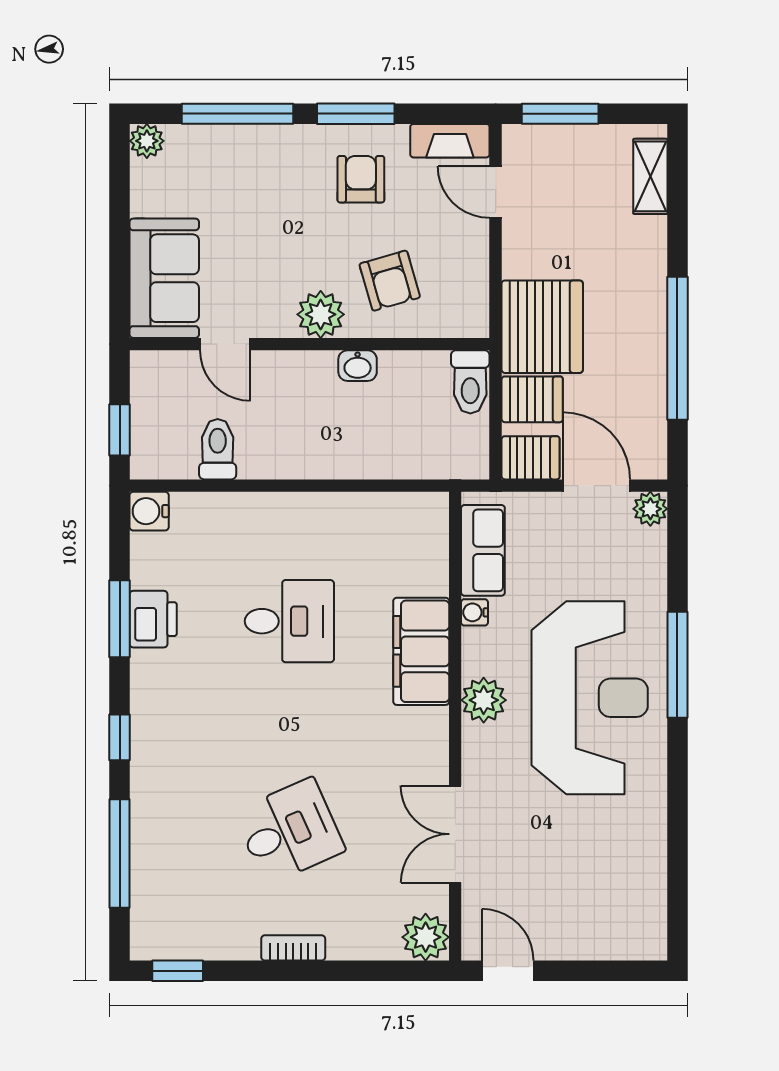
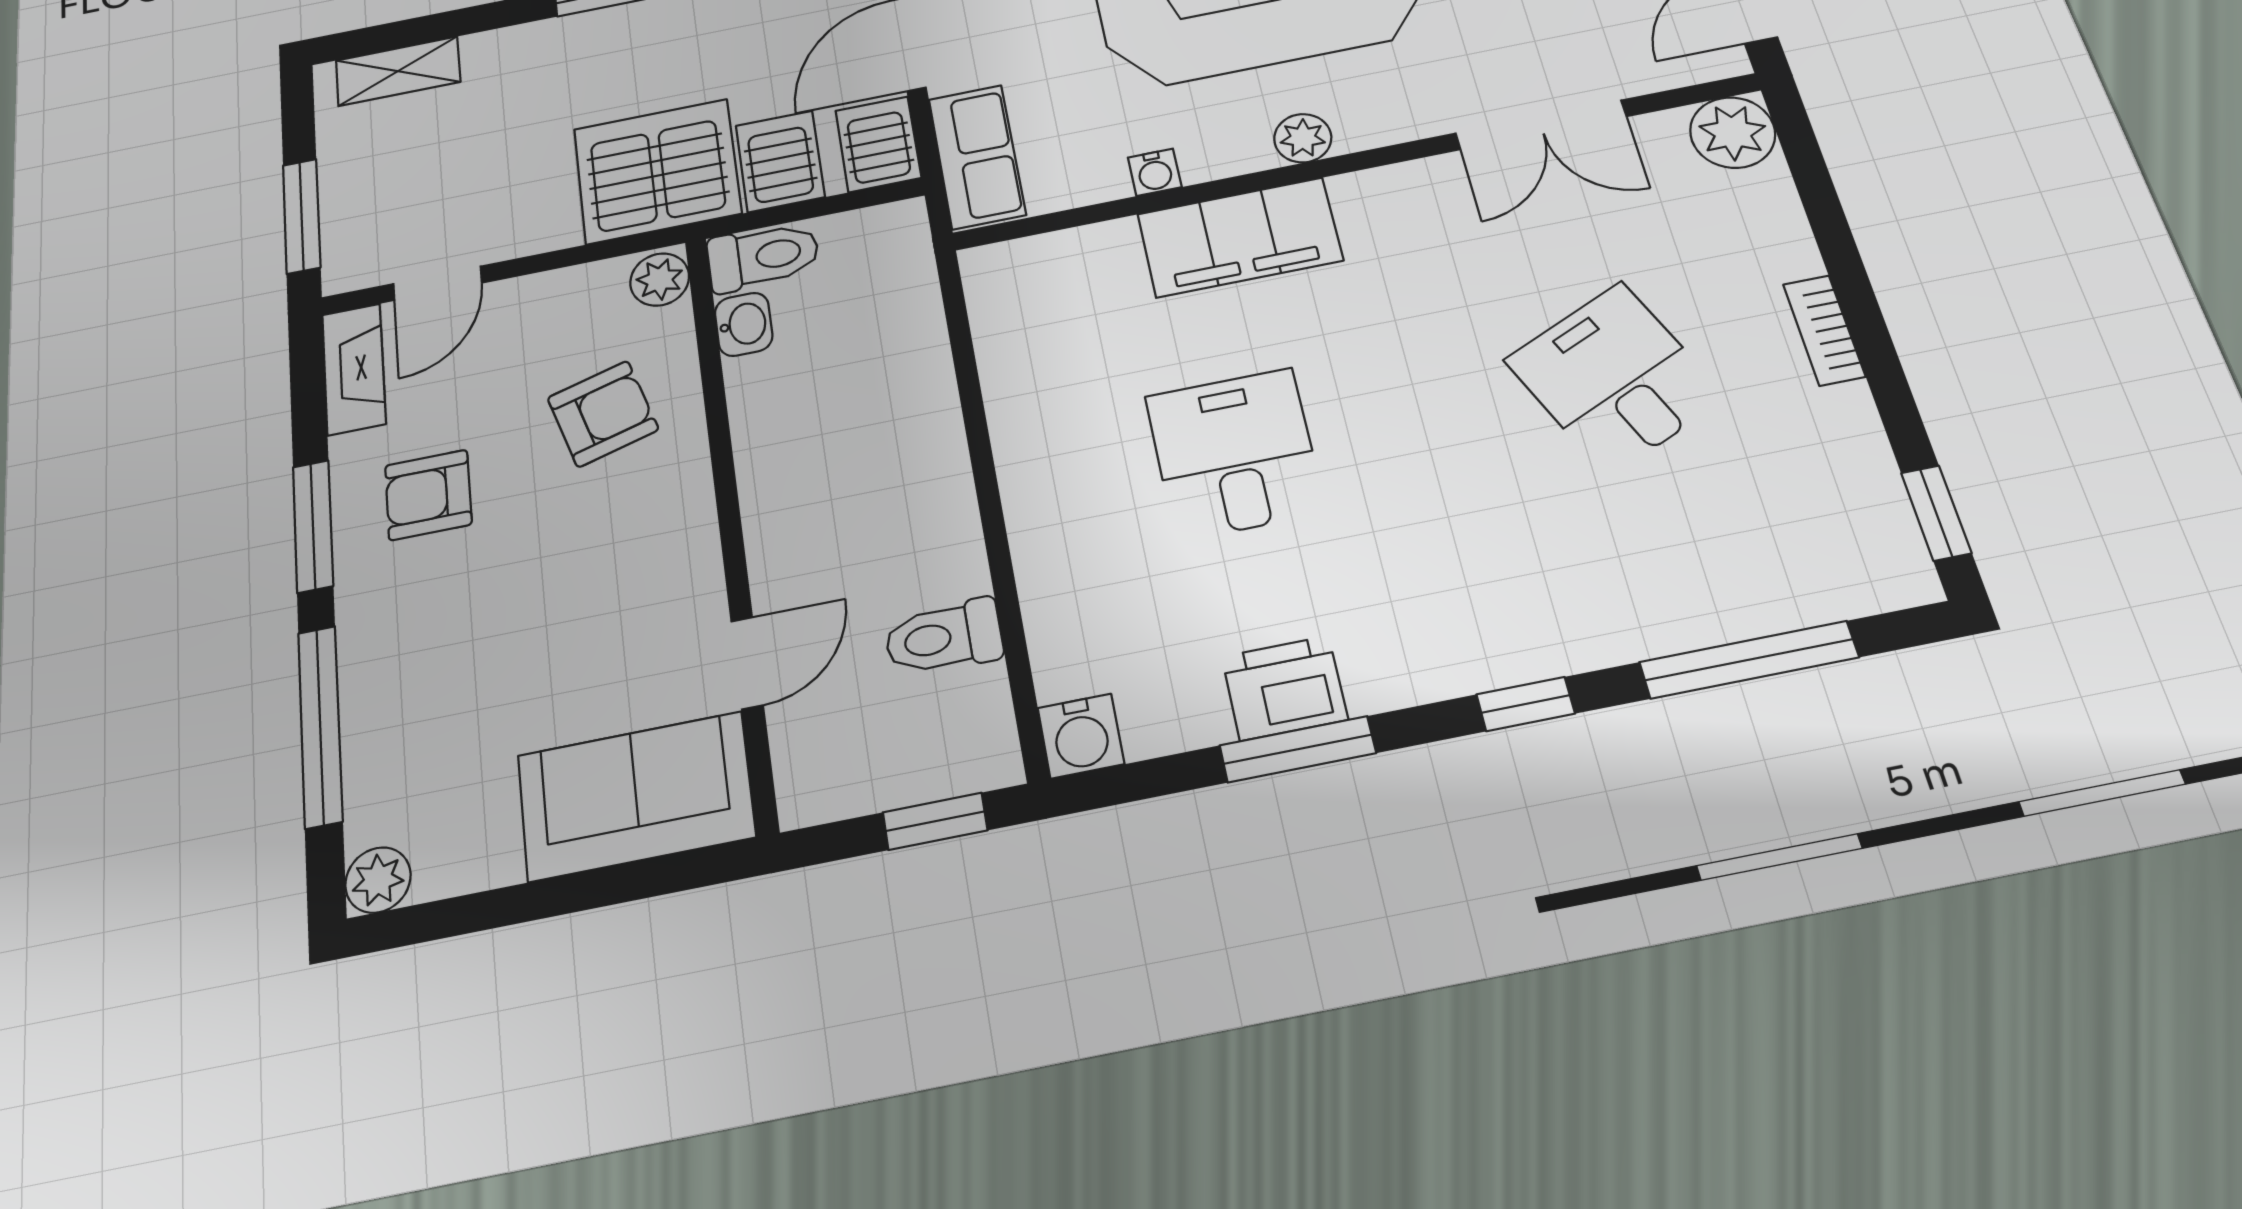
plant: (321, 314) -> (660, 280), moved, width x0.73, depth x0.73
washbasin: (358, 366) -> (744, 324), moved
row of seats: (483, 550) -> (977, 157), moved, turned 90
plant: (484, 700) -> (1303, 138), width x0.73, depth x0.73

